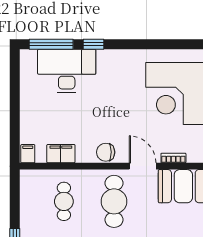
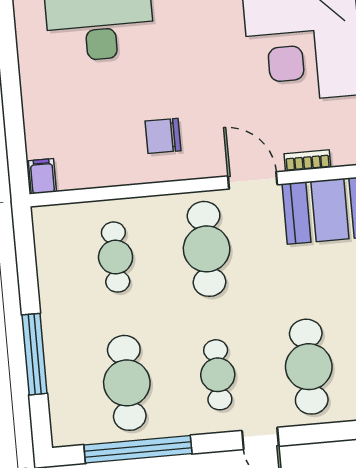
chair: (106, 152) -> (163, 136), moved
filing cabinet: (61, 154) -> (102, 171), removed

